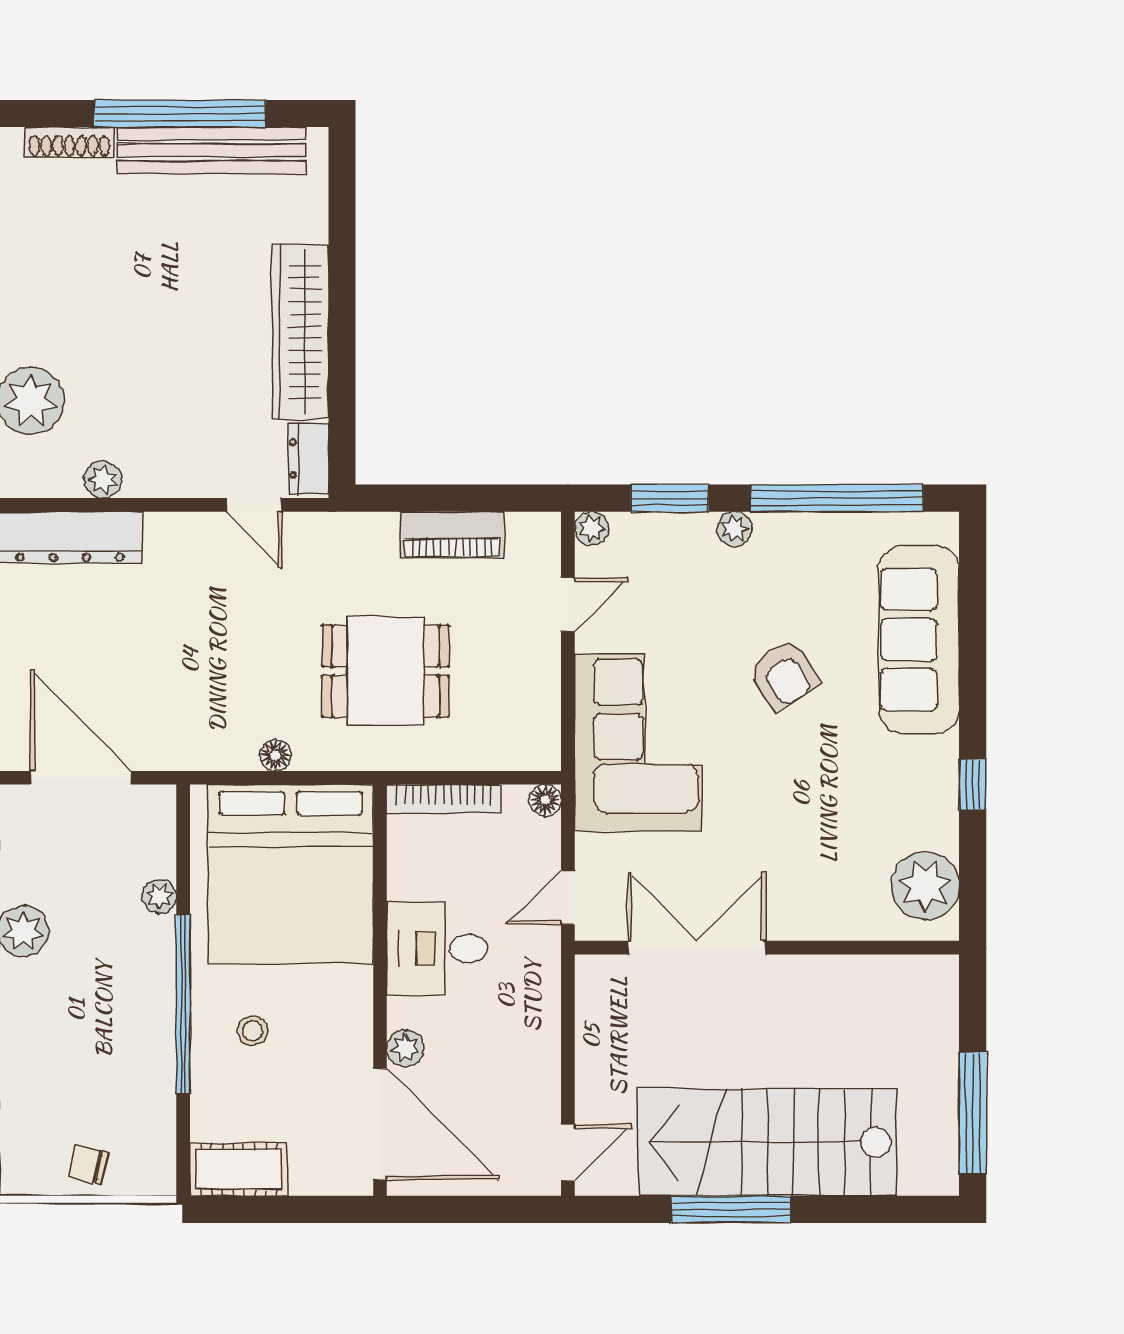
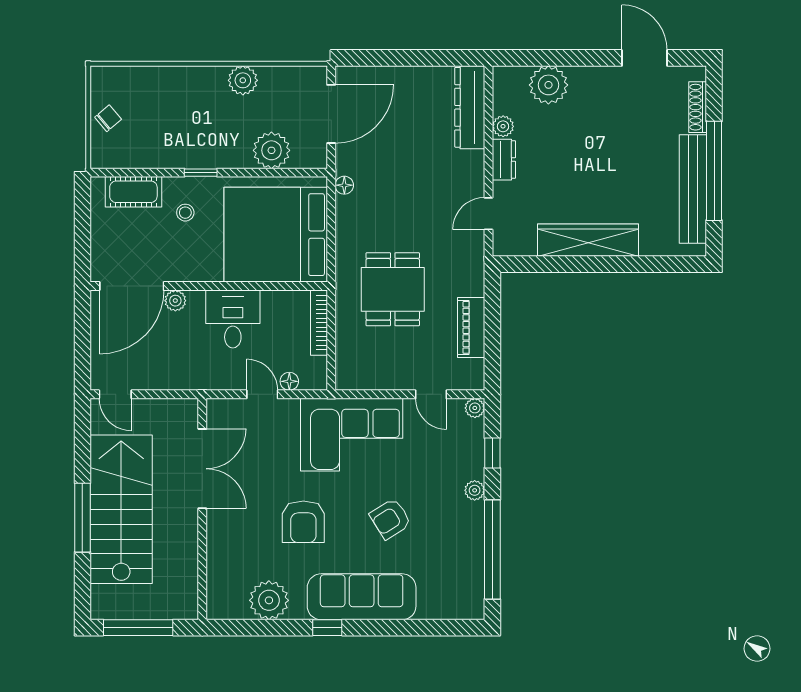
dresser: (309, 459) -> (504, 160), moved, turned 90
window: (670, 498) -> (492, 453), width x0.67
sofa: (919, 640) -> (362, 597), moved
floor lamp: (275, 755) -> (344, 185), moved
floor lamp: (545, 800) -> (289, 381), moved
armchair: (789, 826) -> (303, 522), added
plant: (159, 896) -> (271, 150), width x1.88, depth x1.88
double door: (697, 948) -> (202, 469), moved
wall: (767, 948) -> (202, 509), moved
window: (183, 1004) -> (201, 173), width x0.32
chair: (89, 1165) -> (108, 118), turned 38
cot: (239, 1169) -> (133, 192), moved, turned 90
window: (731, 1209) -> (82, 518), moved

